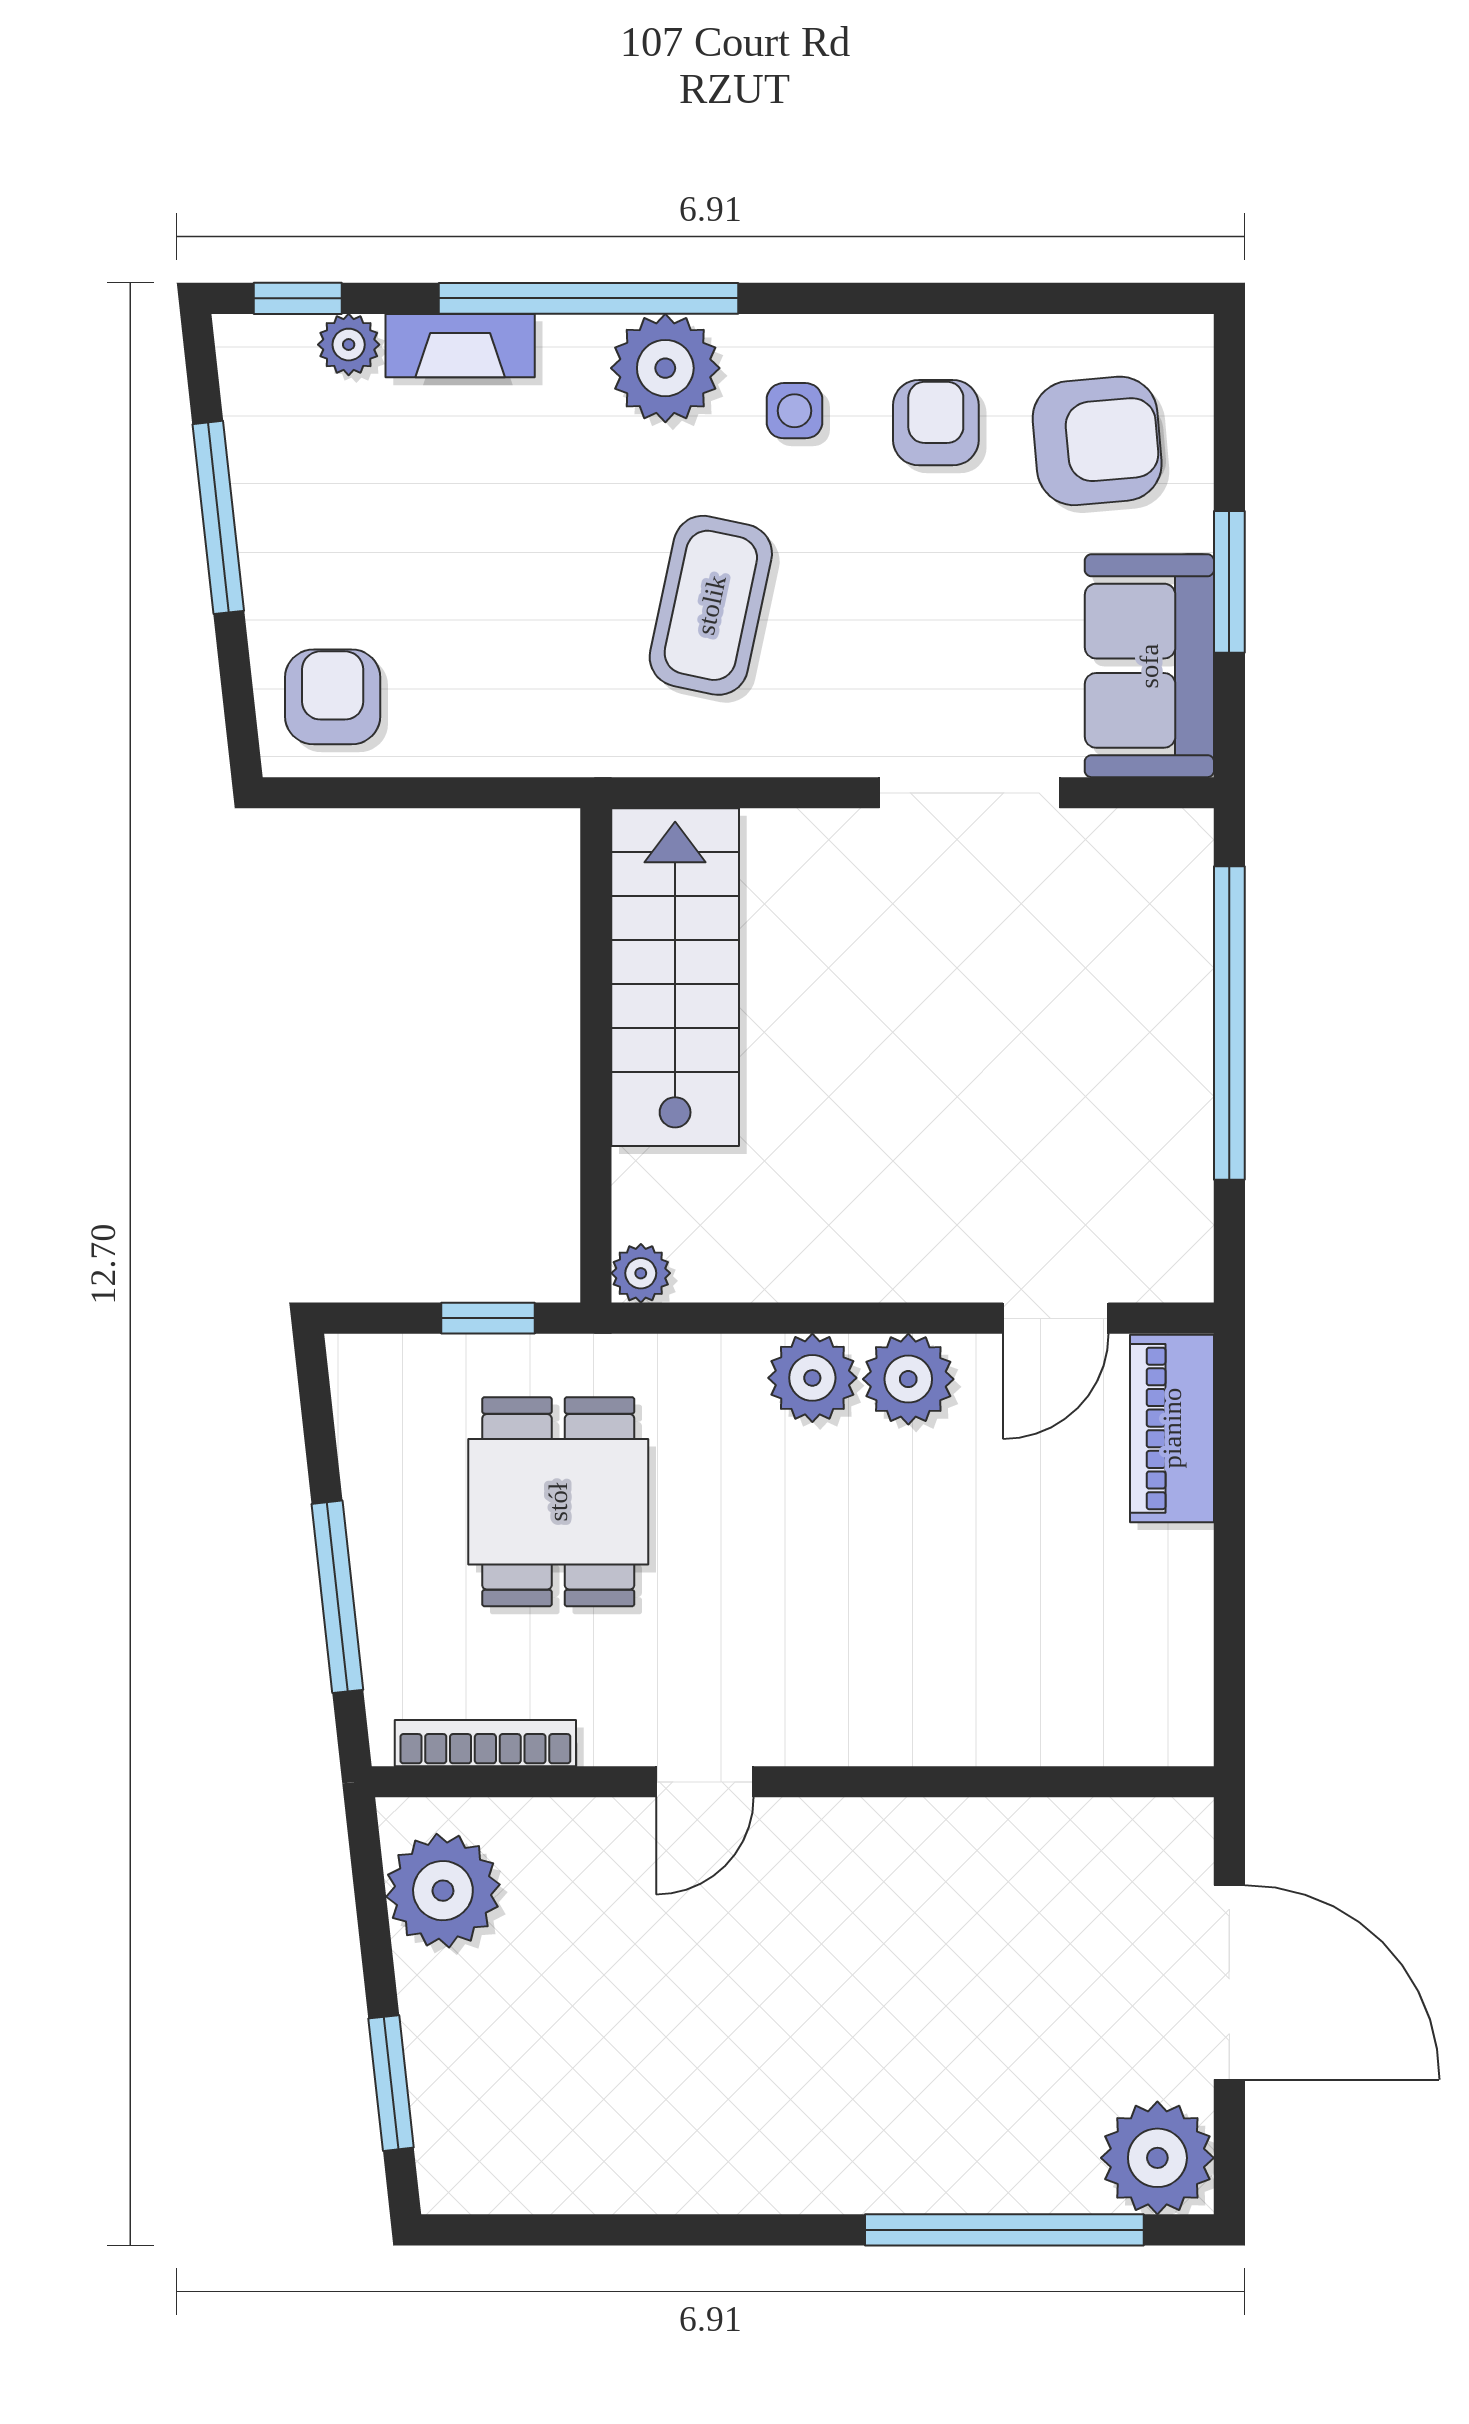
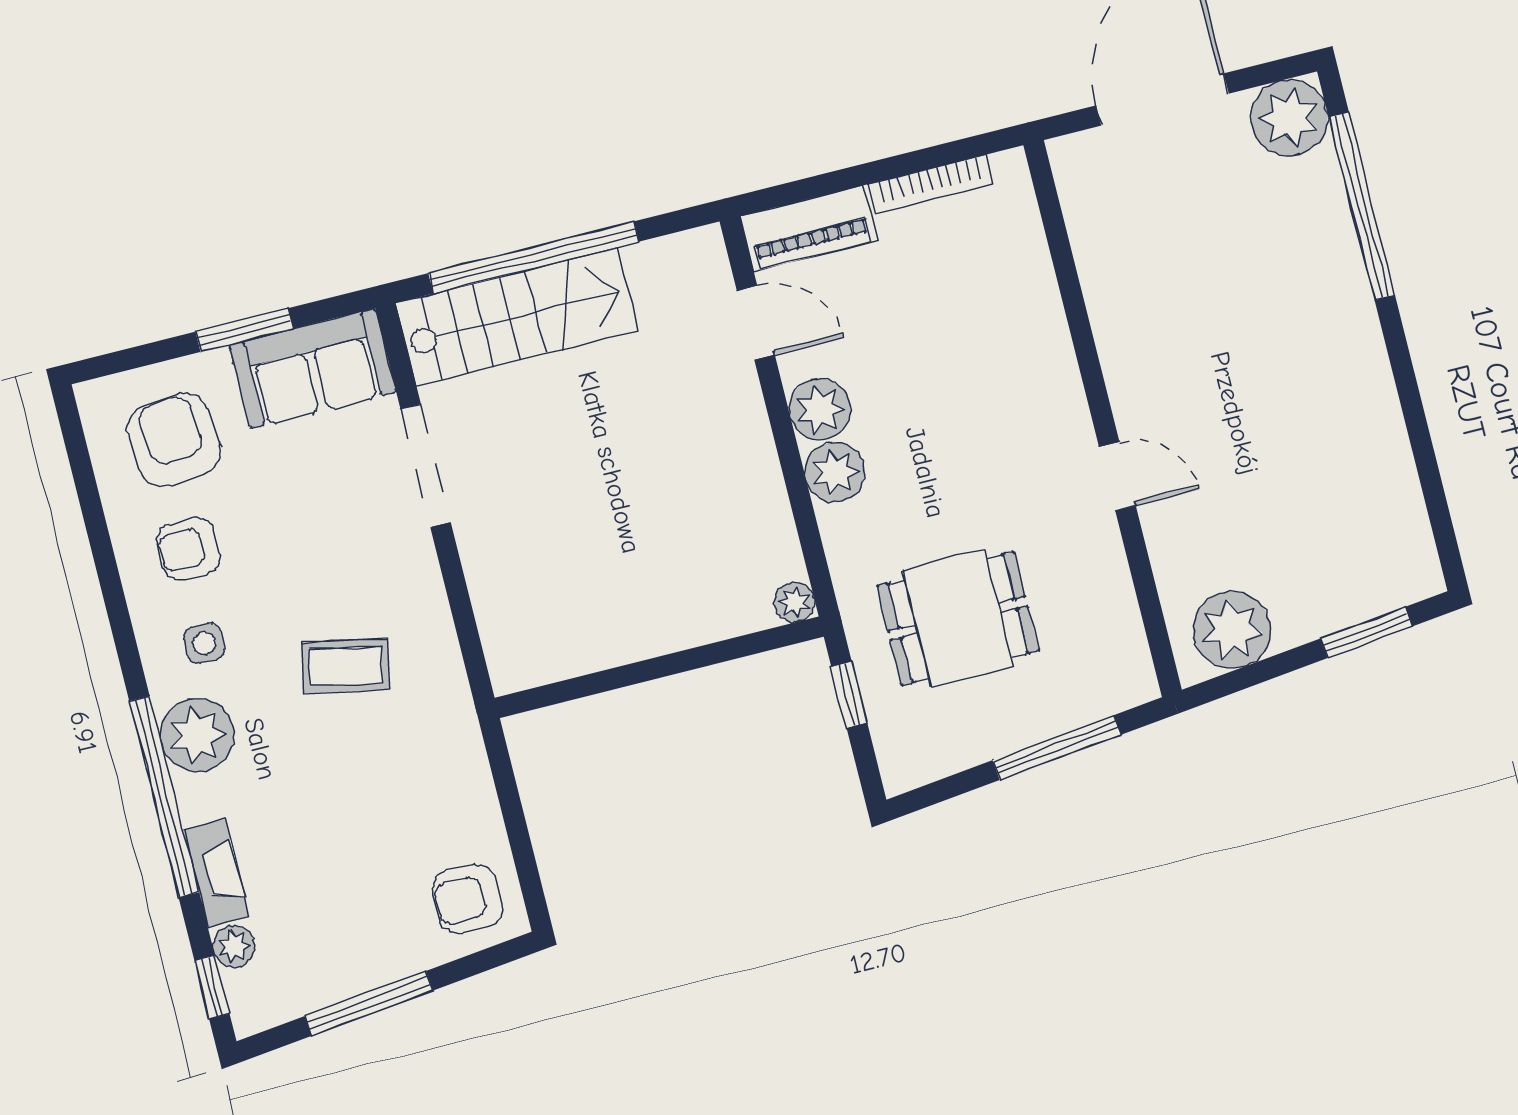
coffee table: (711, 605) -> (345, 666), width x0.73, depth x0.77
stairs: (675, 977) -> (517, 317), moved, turned 180
bookcase: (485, 1743) -> (931, 185), moved, turned -90

